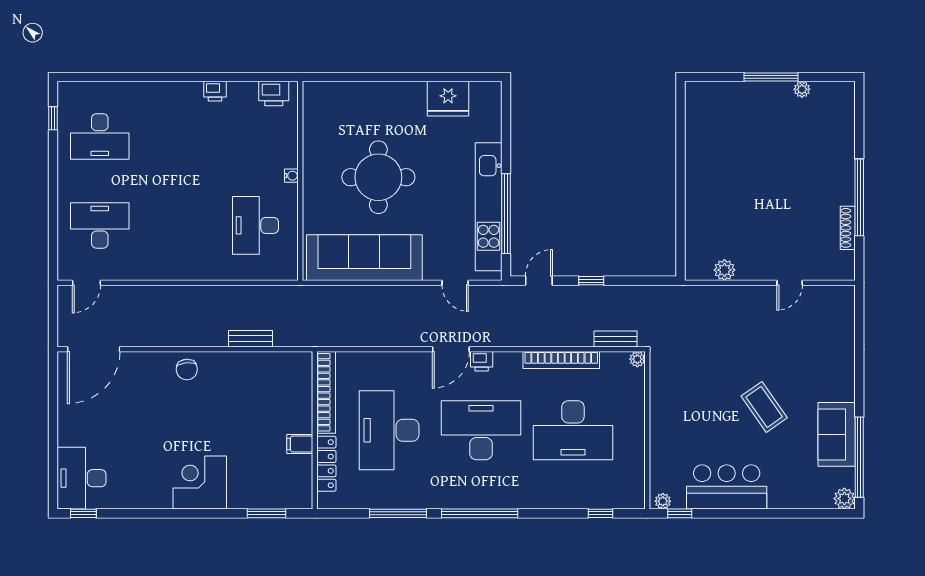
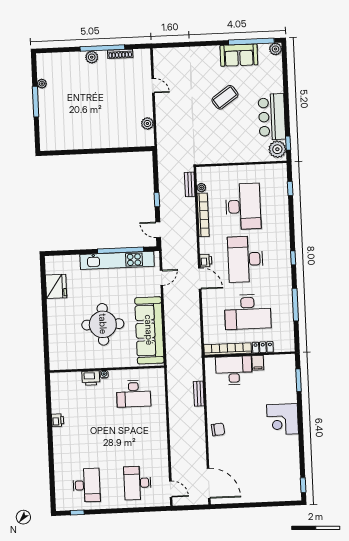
printer: (274, 94) -> (91, 378), moved, turned 90
plant: (844, 178) -> (92, 57), added
plant: (637, 359) -> (201, 188), moved
locker: (326, 464) -> (263, 347), width x0.66
desk: (82, 478) -> (234, 370), moved, turned 180
plant: (663, 501) -> (277, 149), width x1.88, depth x1.88
window: (480, 513) -> (293, 258), width x0.32

